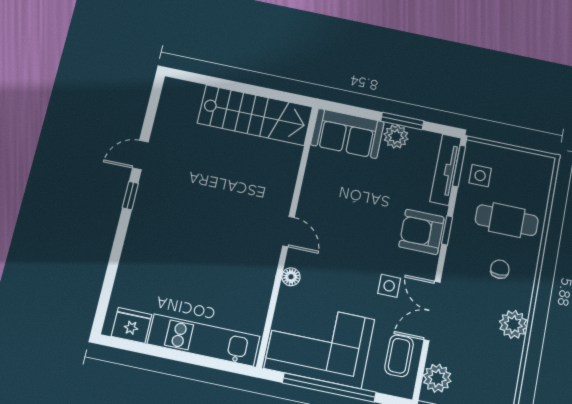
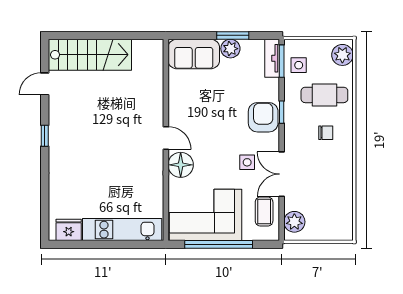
stairs: (255, 115) -> (90, 55), moved
door: (140, 155) -> (45, 84), moved
tv unit: (446, 170) -> (272, 58), width x0.71
armchair: (422, 232) -> (263, 117), turned 90
chair: (500, 269) -> (326, 133), turned 90
floor lamp: (291, 277) -> (181, 165), width x1.89, depth x1.89
plant: (513, 324) -> (342, 55), moved

